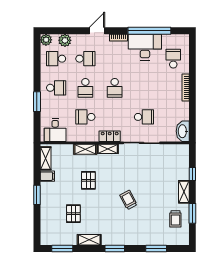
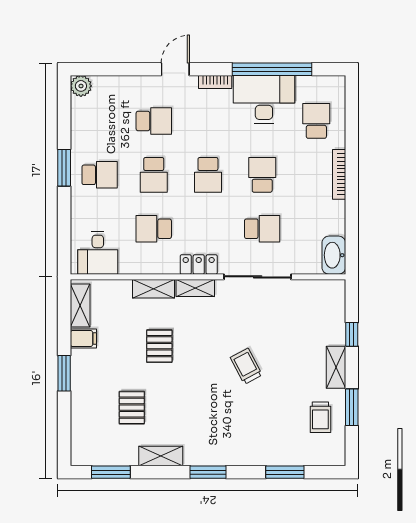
plant: (65, 40) -> (116, 87), removed
school desk: (56, 59) -> (262, 175), moved, turned 90
window: (37, 102) -> (64, 168), moved
trolley: (129, 200) -> (246, 366), moved

